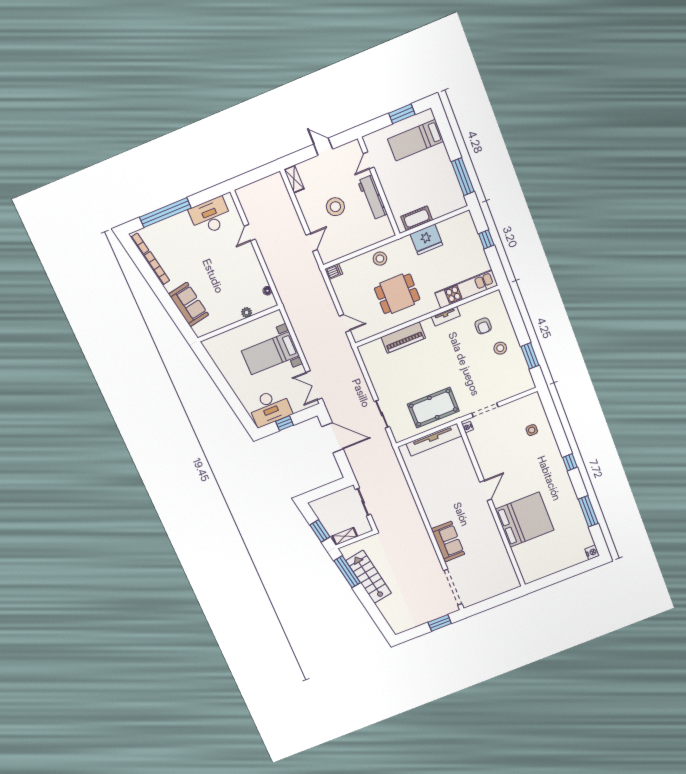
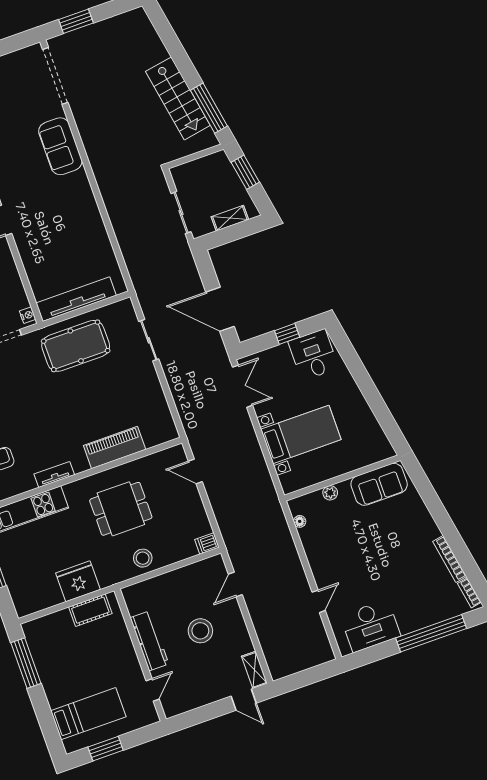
door: (323, 147) -> (244, 700), moved
sofa: (188, 304) -> (379, 484), moved, turned -80
desk: (270, 408) -> (313, 355), width x0.73
shelving: (345, 536) -> (230, 218), moved

